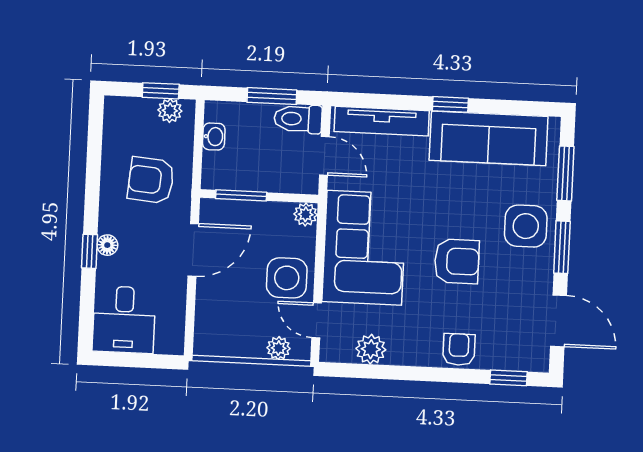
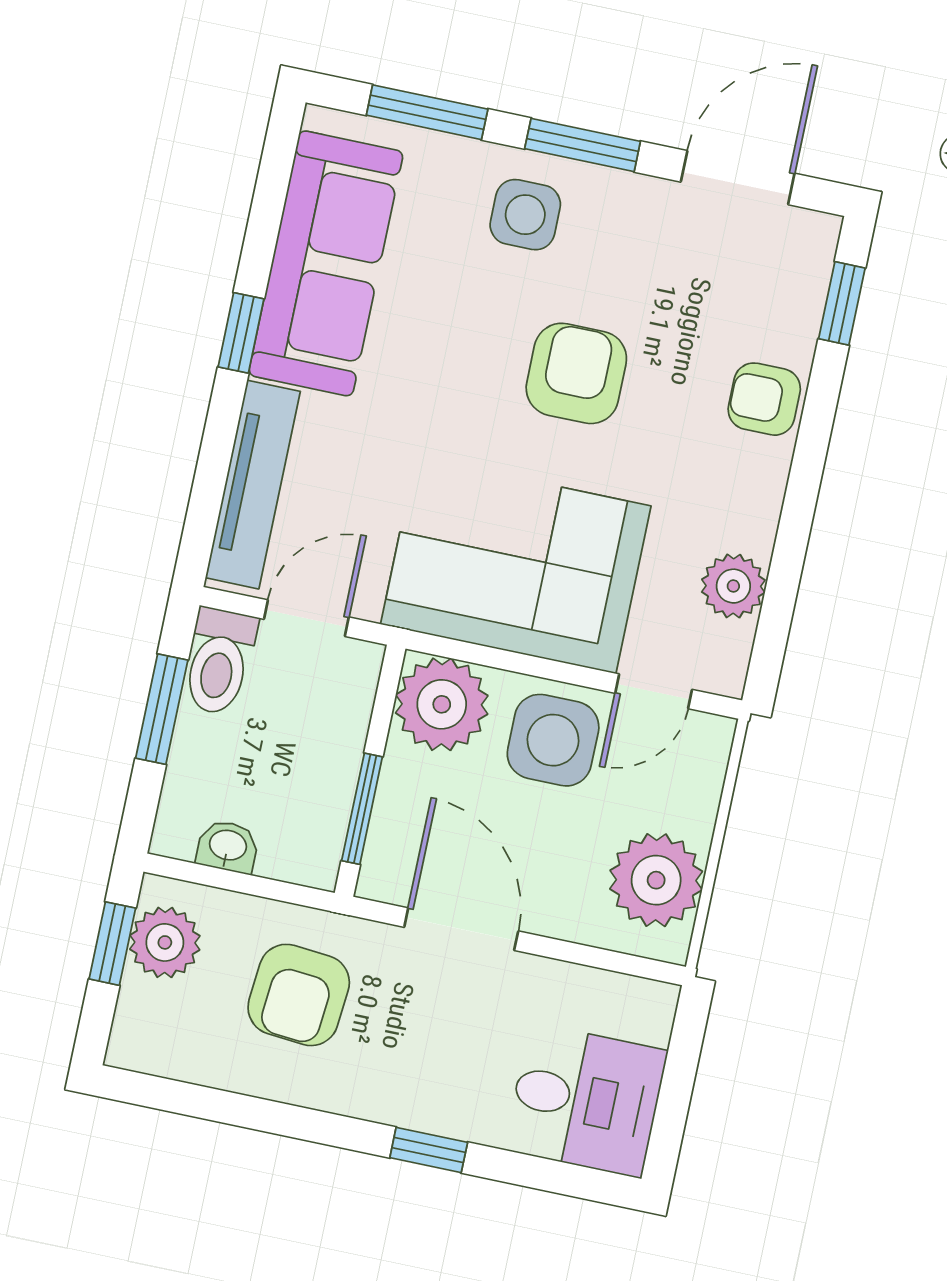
plant: (170, 111) -> (165, 942), width x1.38, depth x1.38
plant: (306, 214) -> (442, 704), width x1.87, depth x1.87
side table: (526, 226) -> (525, 215), width x0.73, depth x0.73
floor lamp: (107, 245) -> (422, 1110), removed
plant: (279, 348) -> (656, 880), moved, width x1.87, depth x1.87

